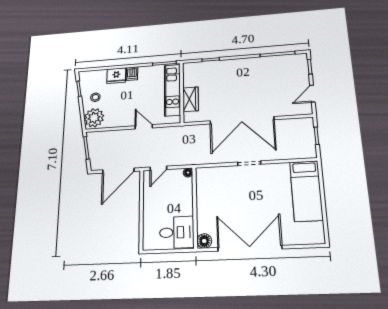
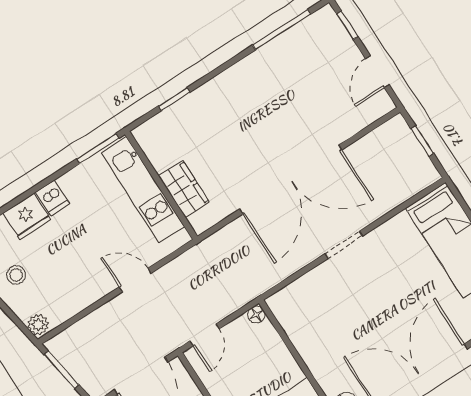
plant: (94, 118) -> (38, 325), width x0.53, depth x0.53

